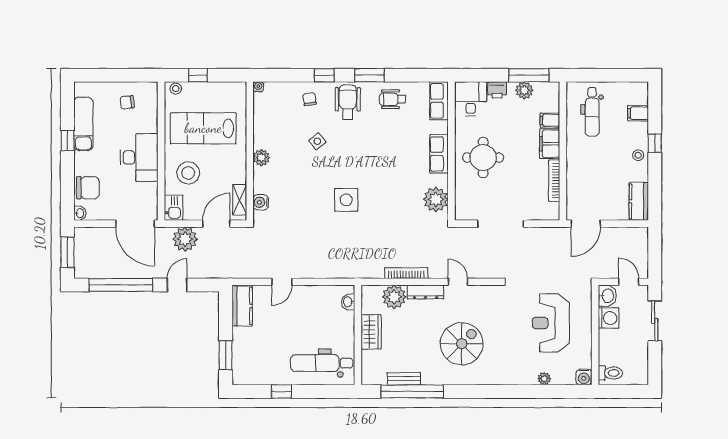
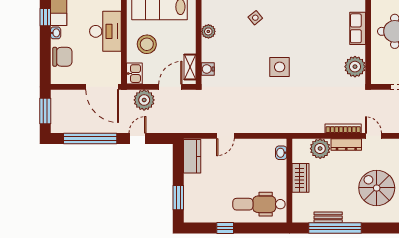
washbasin: (80, 213) -> (56, 33), moved
bookcase: (406, 273) -> (343, 128), moved
spiral stairs: (462, 344) -> (377, 188), turned -90

